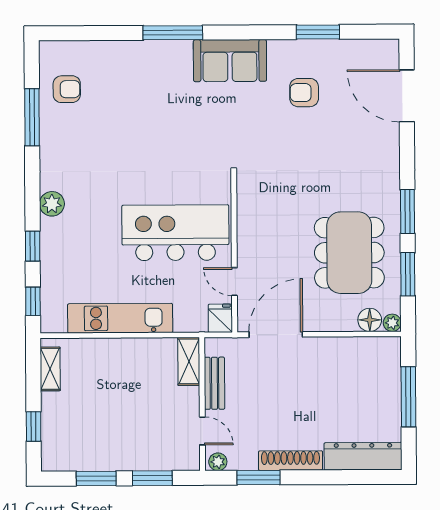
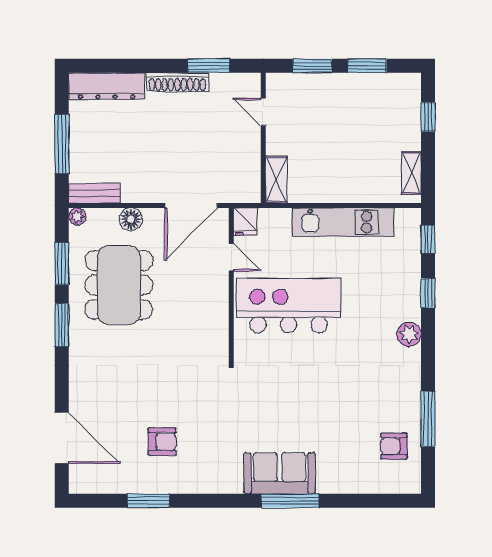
sofa: (230, 61) -> (280, 473), moved
kitchen island: (175, 233) -> (289, 305), turned 180
floor lamp: (370, 320) -> (131, 219), moved
bench: (214, 383) -> (94, 193), moved, turned 90
plant: (218, 462) -> (248, 81), removed

